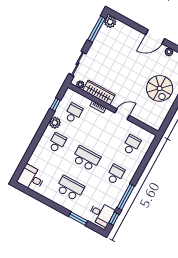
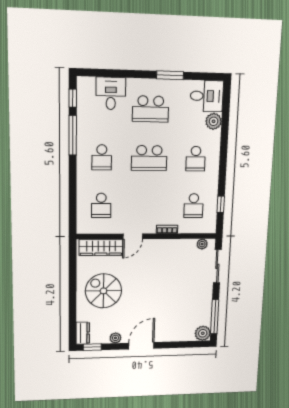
wardrobe: (99, 92) -> (101, 247), moved
plant: (55, 123) -> (214, 121), moved
desk: (101, 214) -> (111, 93), moved, turned 90
window: (78, 219) -> (170, 75), moved

